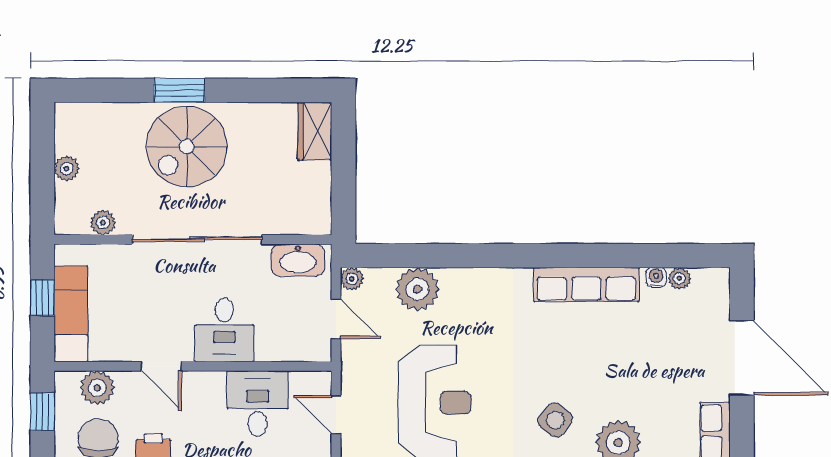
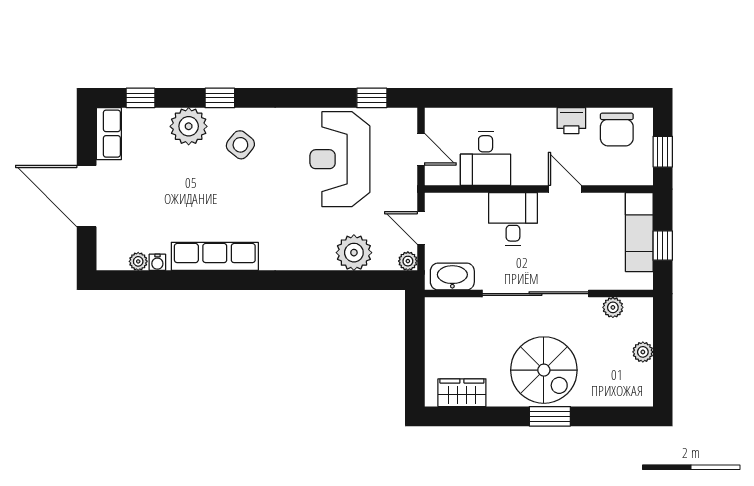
wardrobe: (315, 131) -> (462, 393), moved, turned -90
spiral stairs: (187, 146) -> (544, 370), turned 90
plant: (97, 388) -> (618, 171), removed

